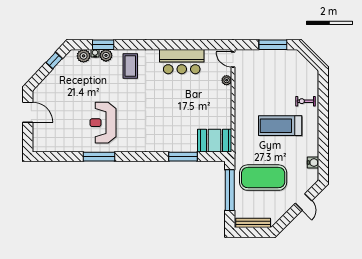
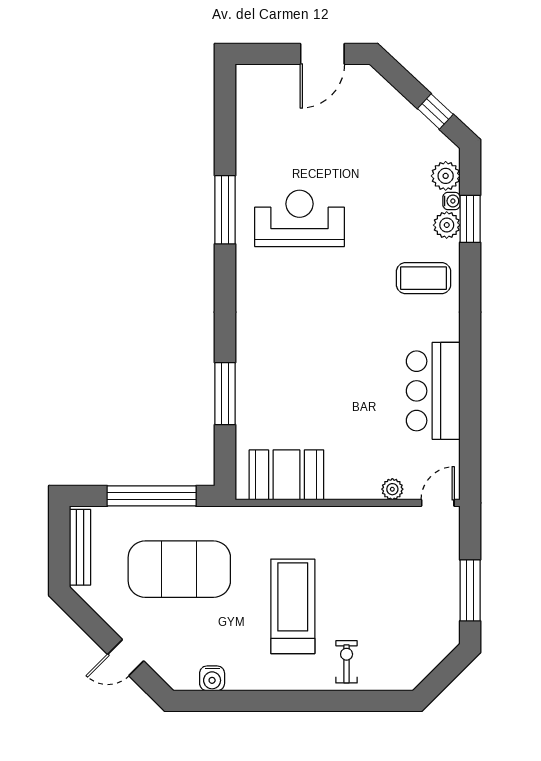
booth: (215, 141) -> (286, 475), moved, turned 90
exercise mat: (263, 178) -> (179, 569), turned 90

